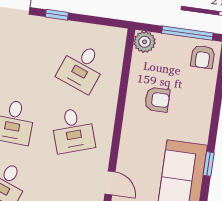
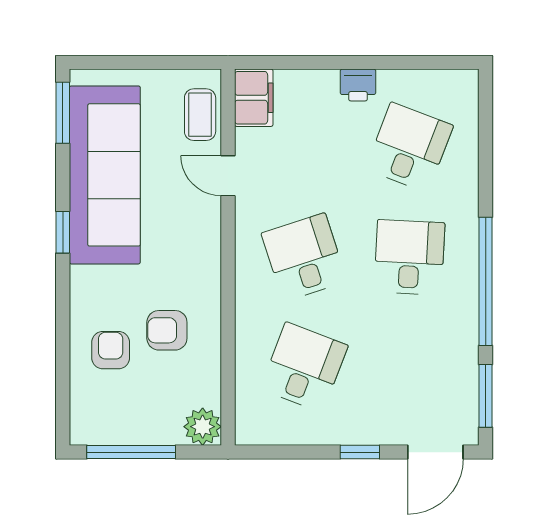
armchair: (203, 57) -> (111, 350), moved

